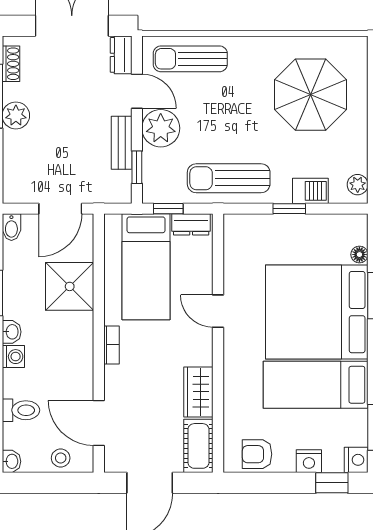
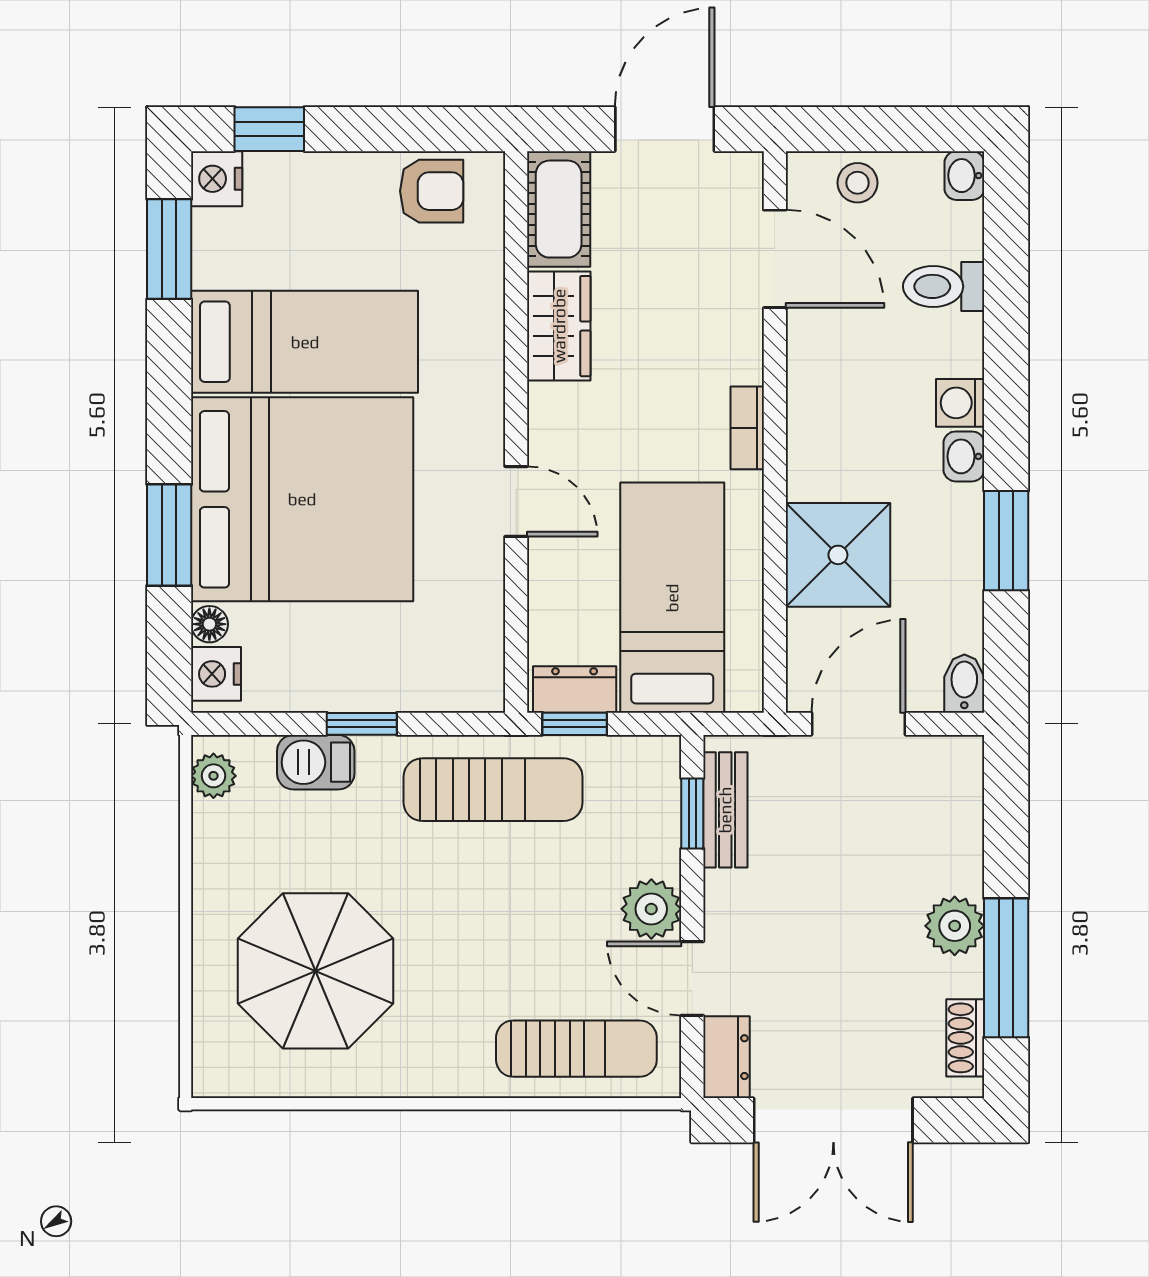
plant: (161, 128) -> (651, 909), width x0.73, depth x0.73
bench: (122, 143) -> (725, 810), moved
window: (168, 209) -> (575, 724), moved
nightstand: (309, 461) -> (216, 674), moved, turned -90

